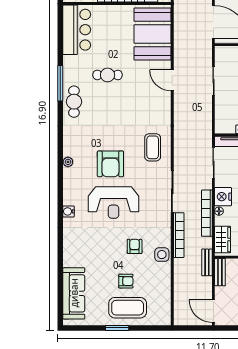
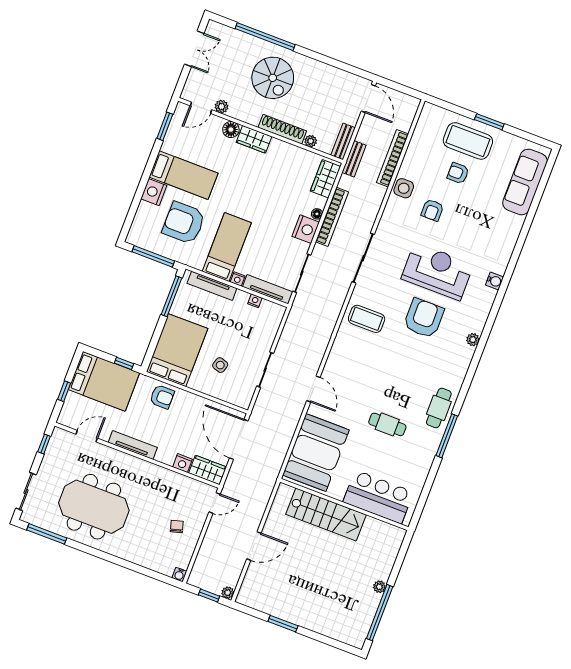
bar counter: (77, 30) -> (378, 497), moved, turned 90
coffee table: (153, 147) -> (367, 319), turned 90
bookcase: (179, 235) -> (392, 158), moved

